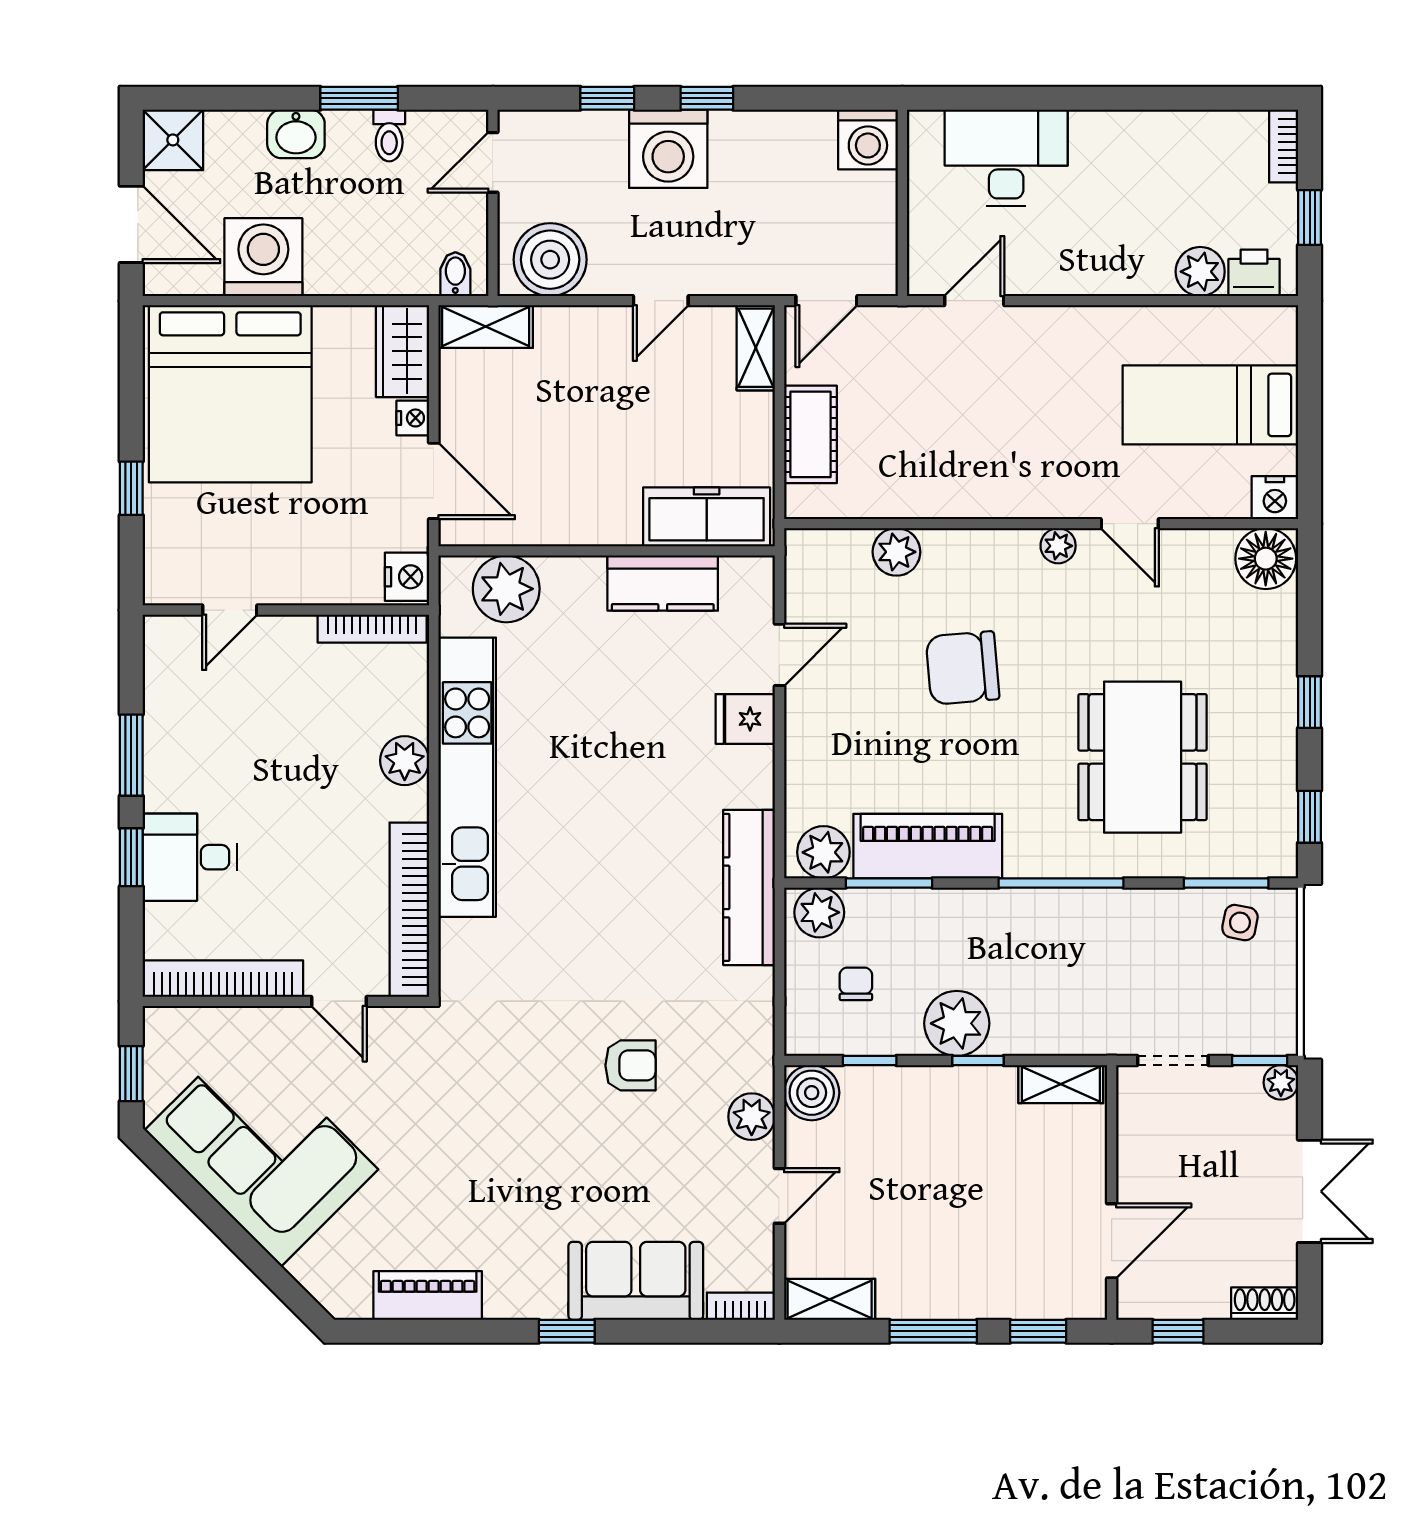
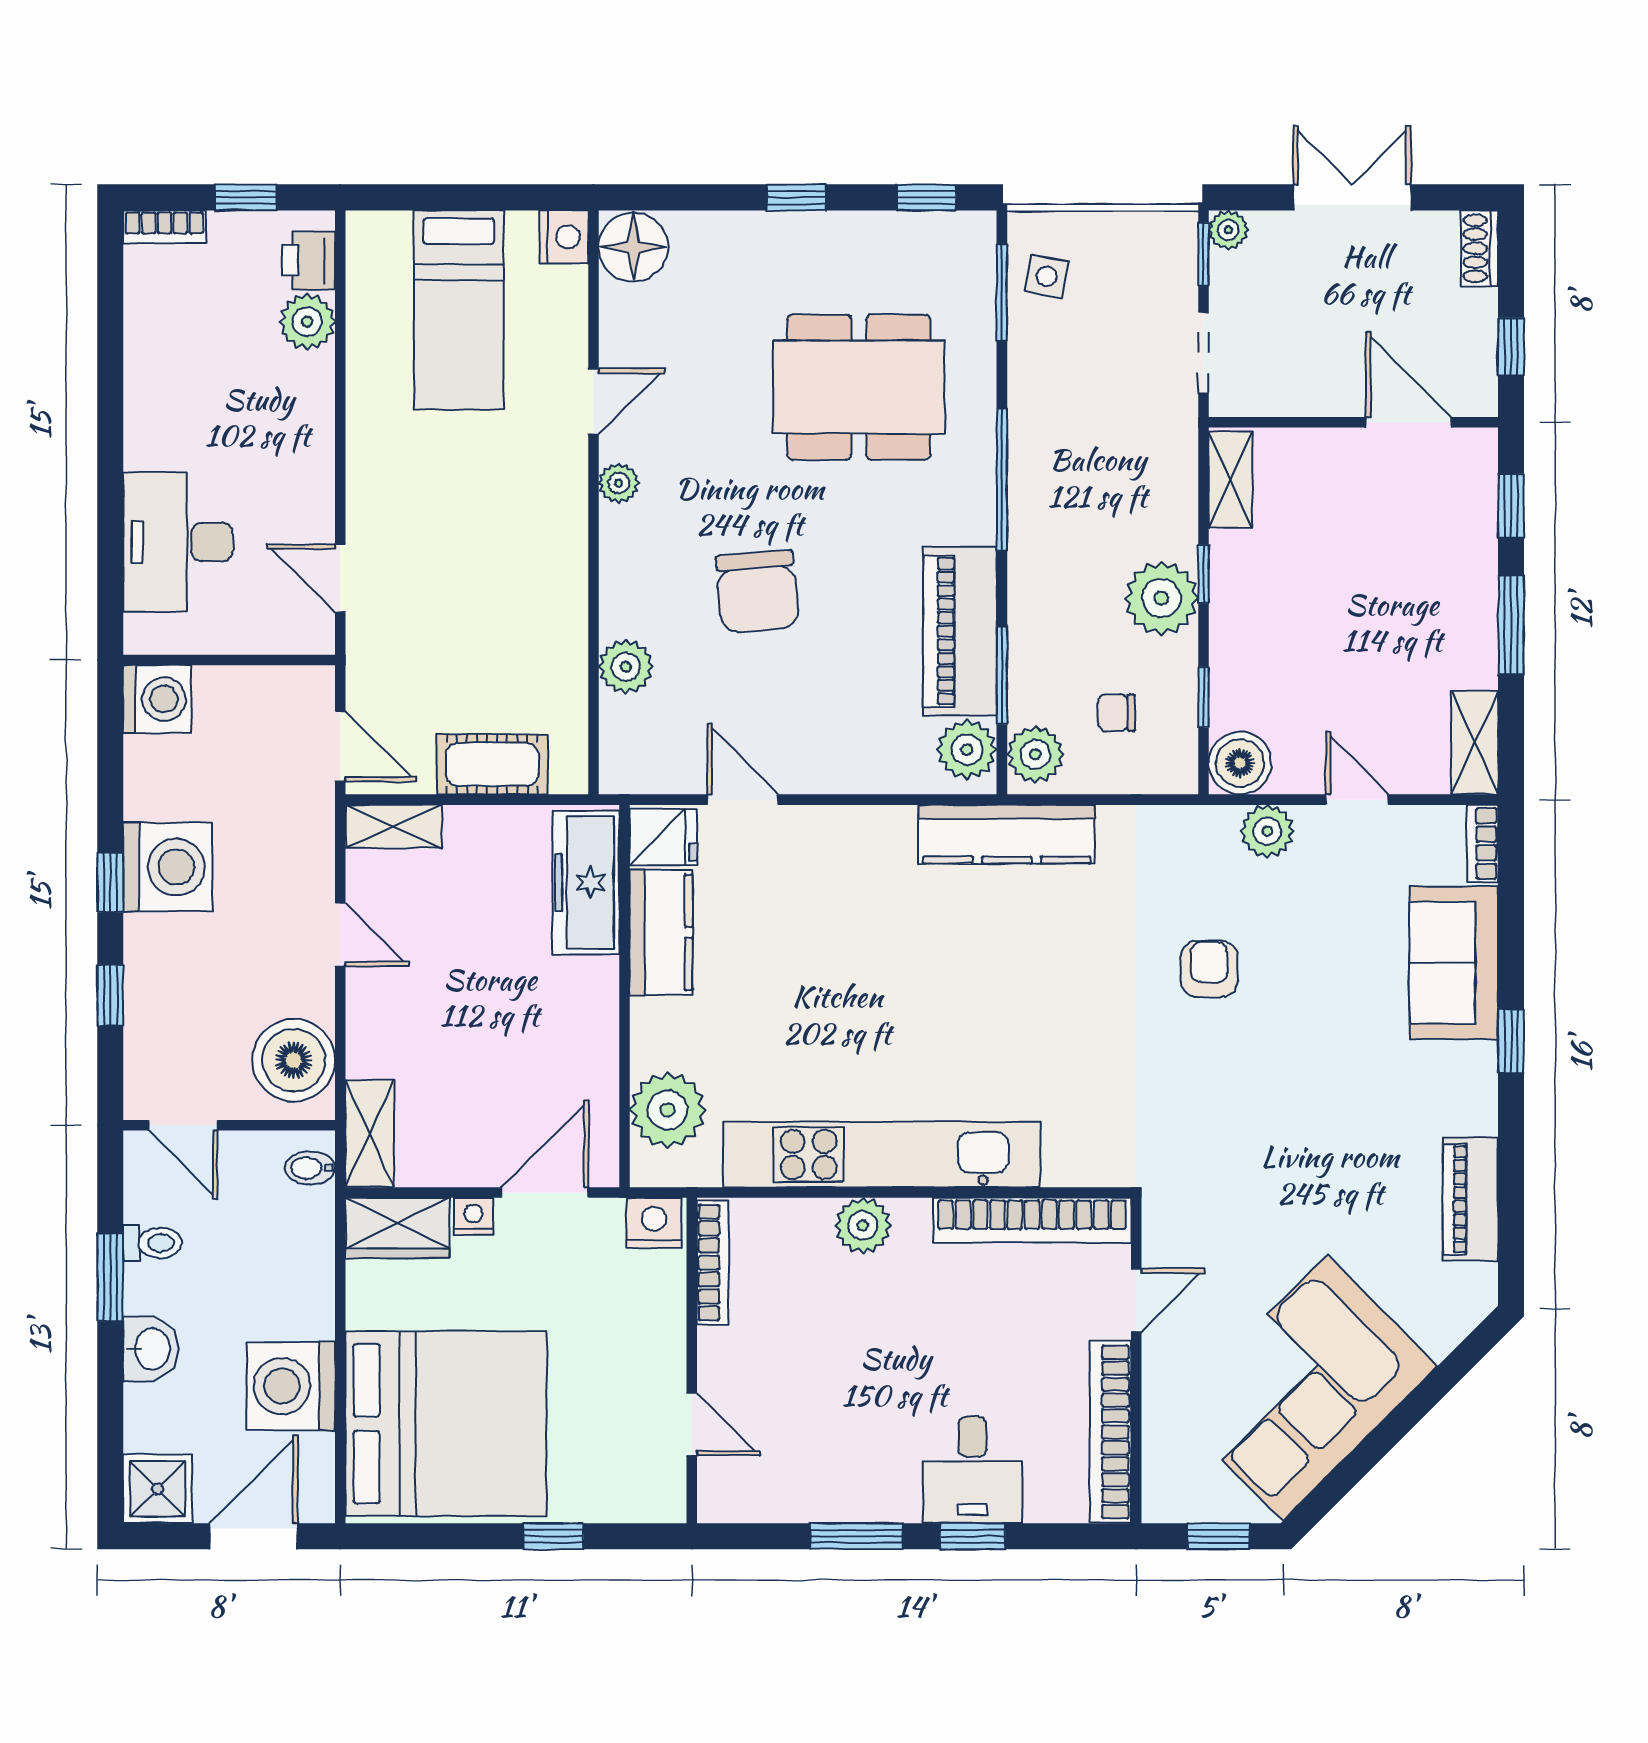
washing machine: (668, 149) -> (168, 867), moved
fridge: (745, 719) -> (663, 837), moved, turned -90

